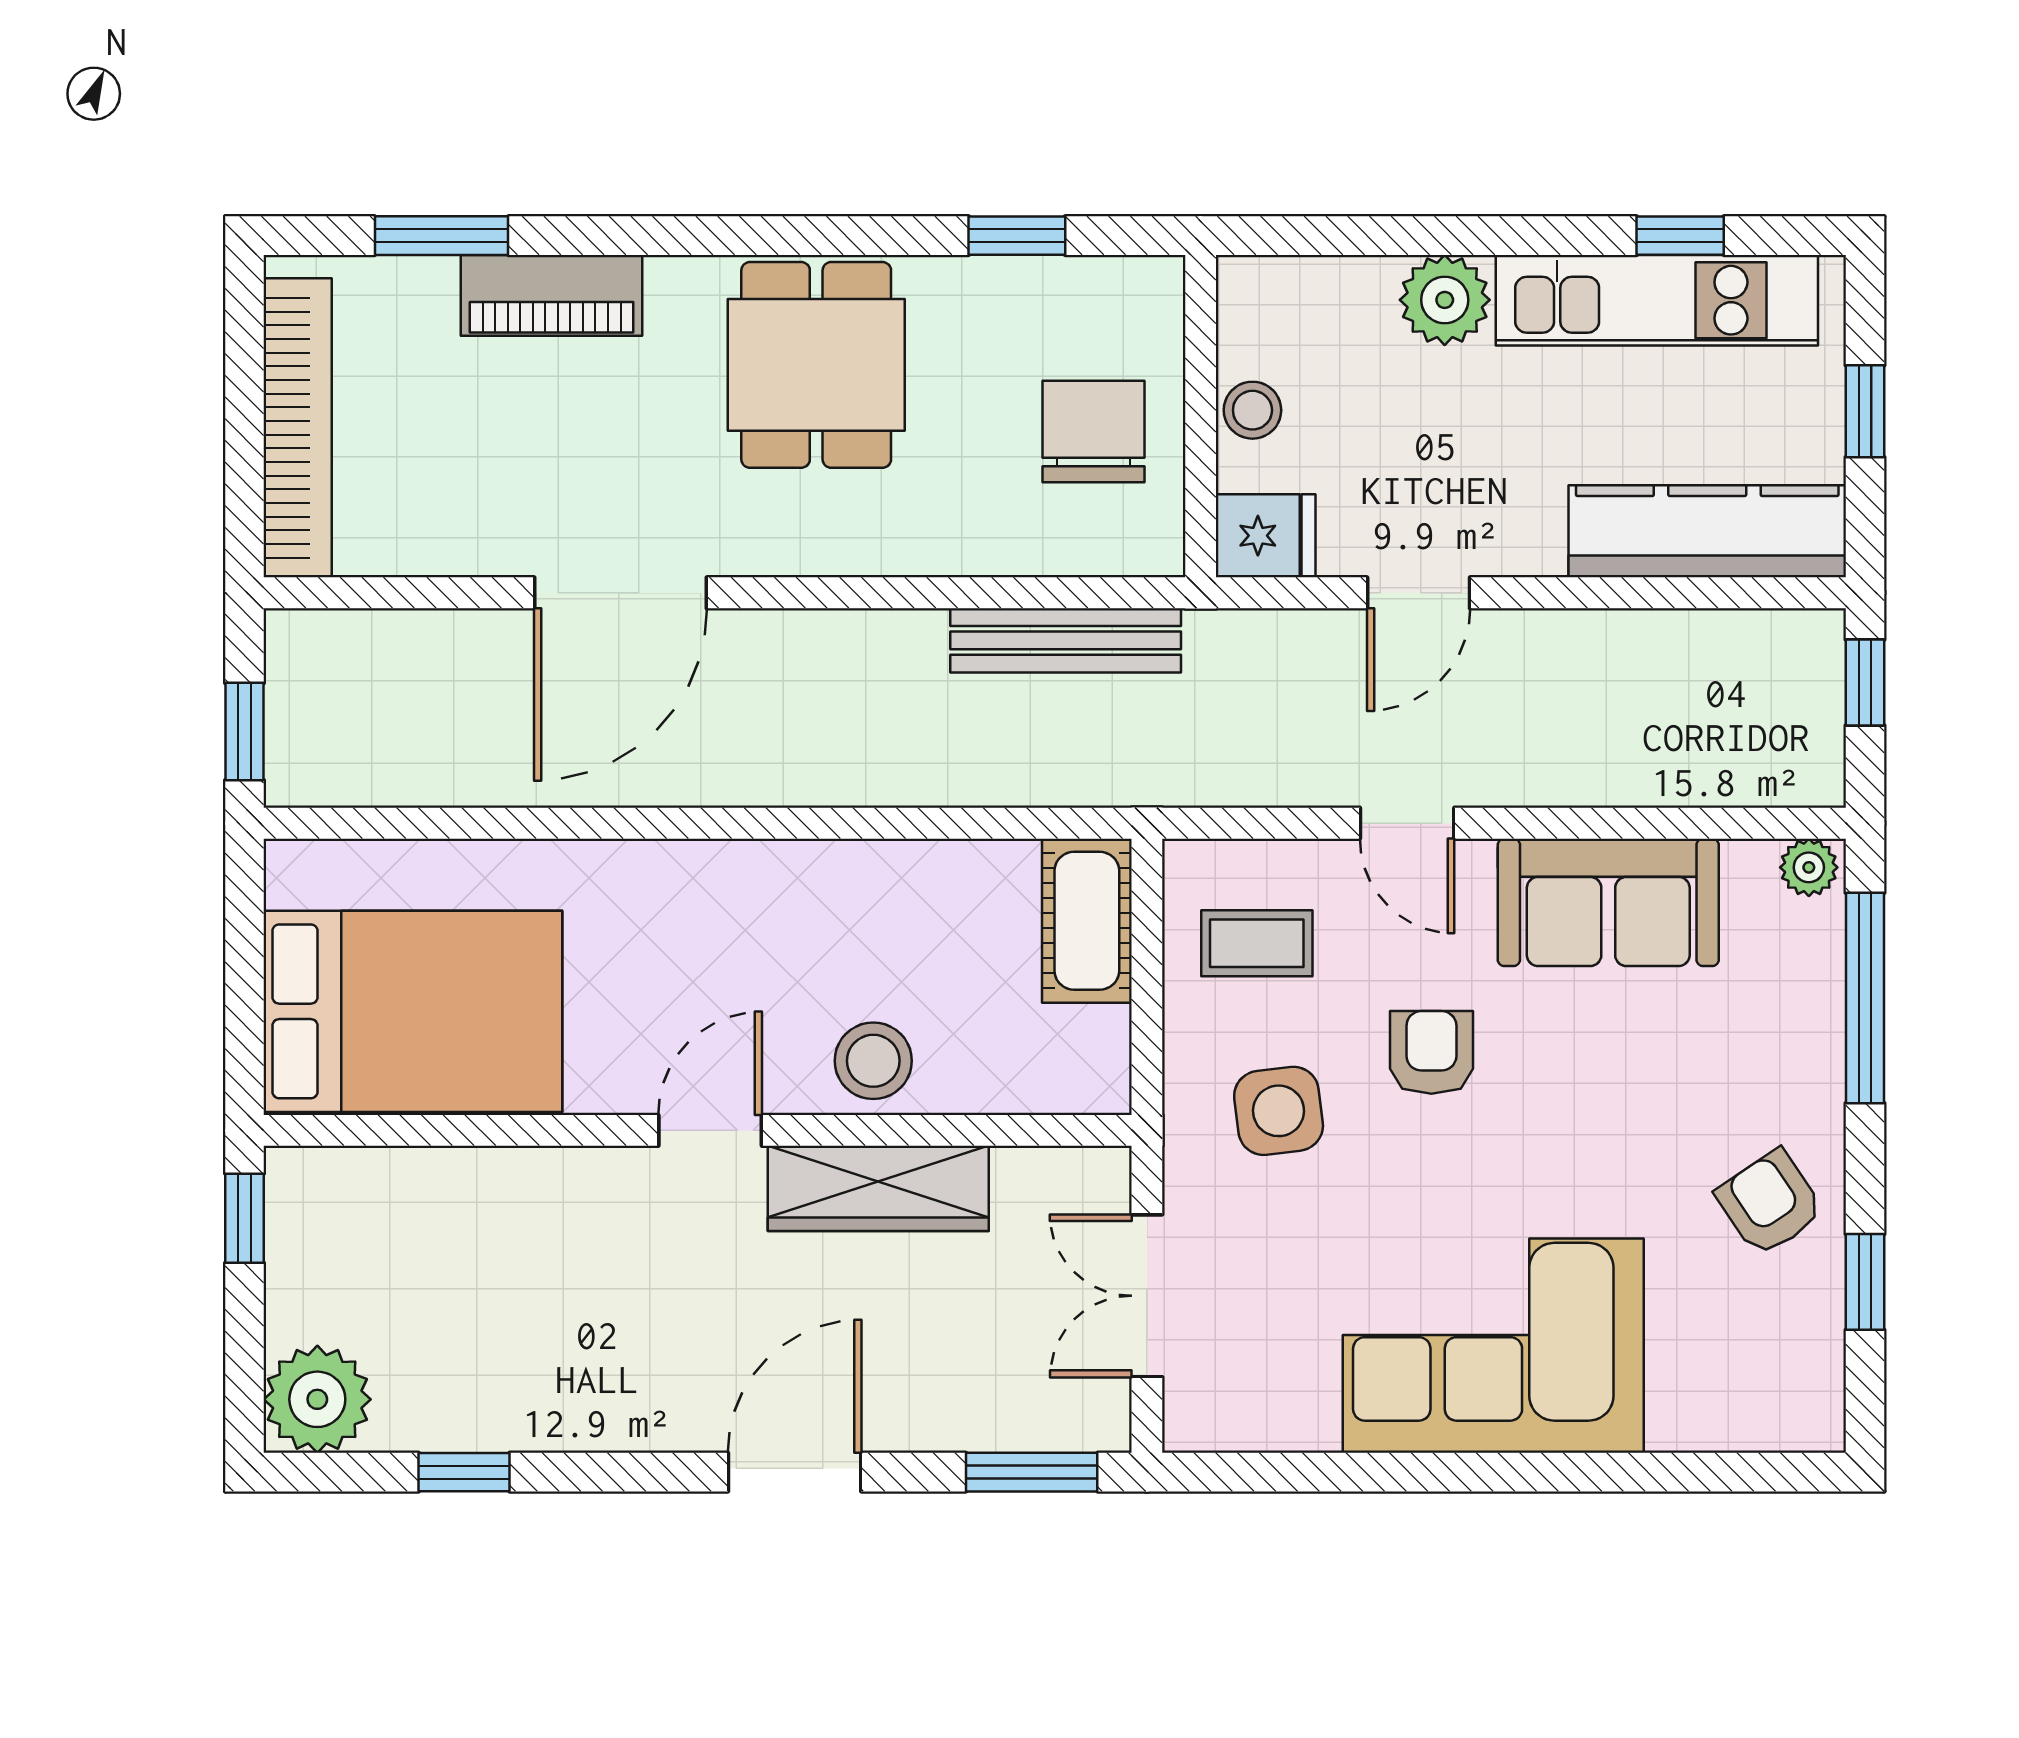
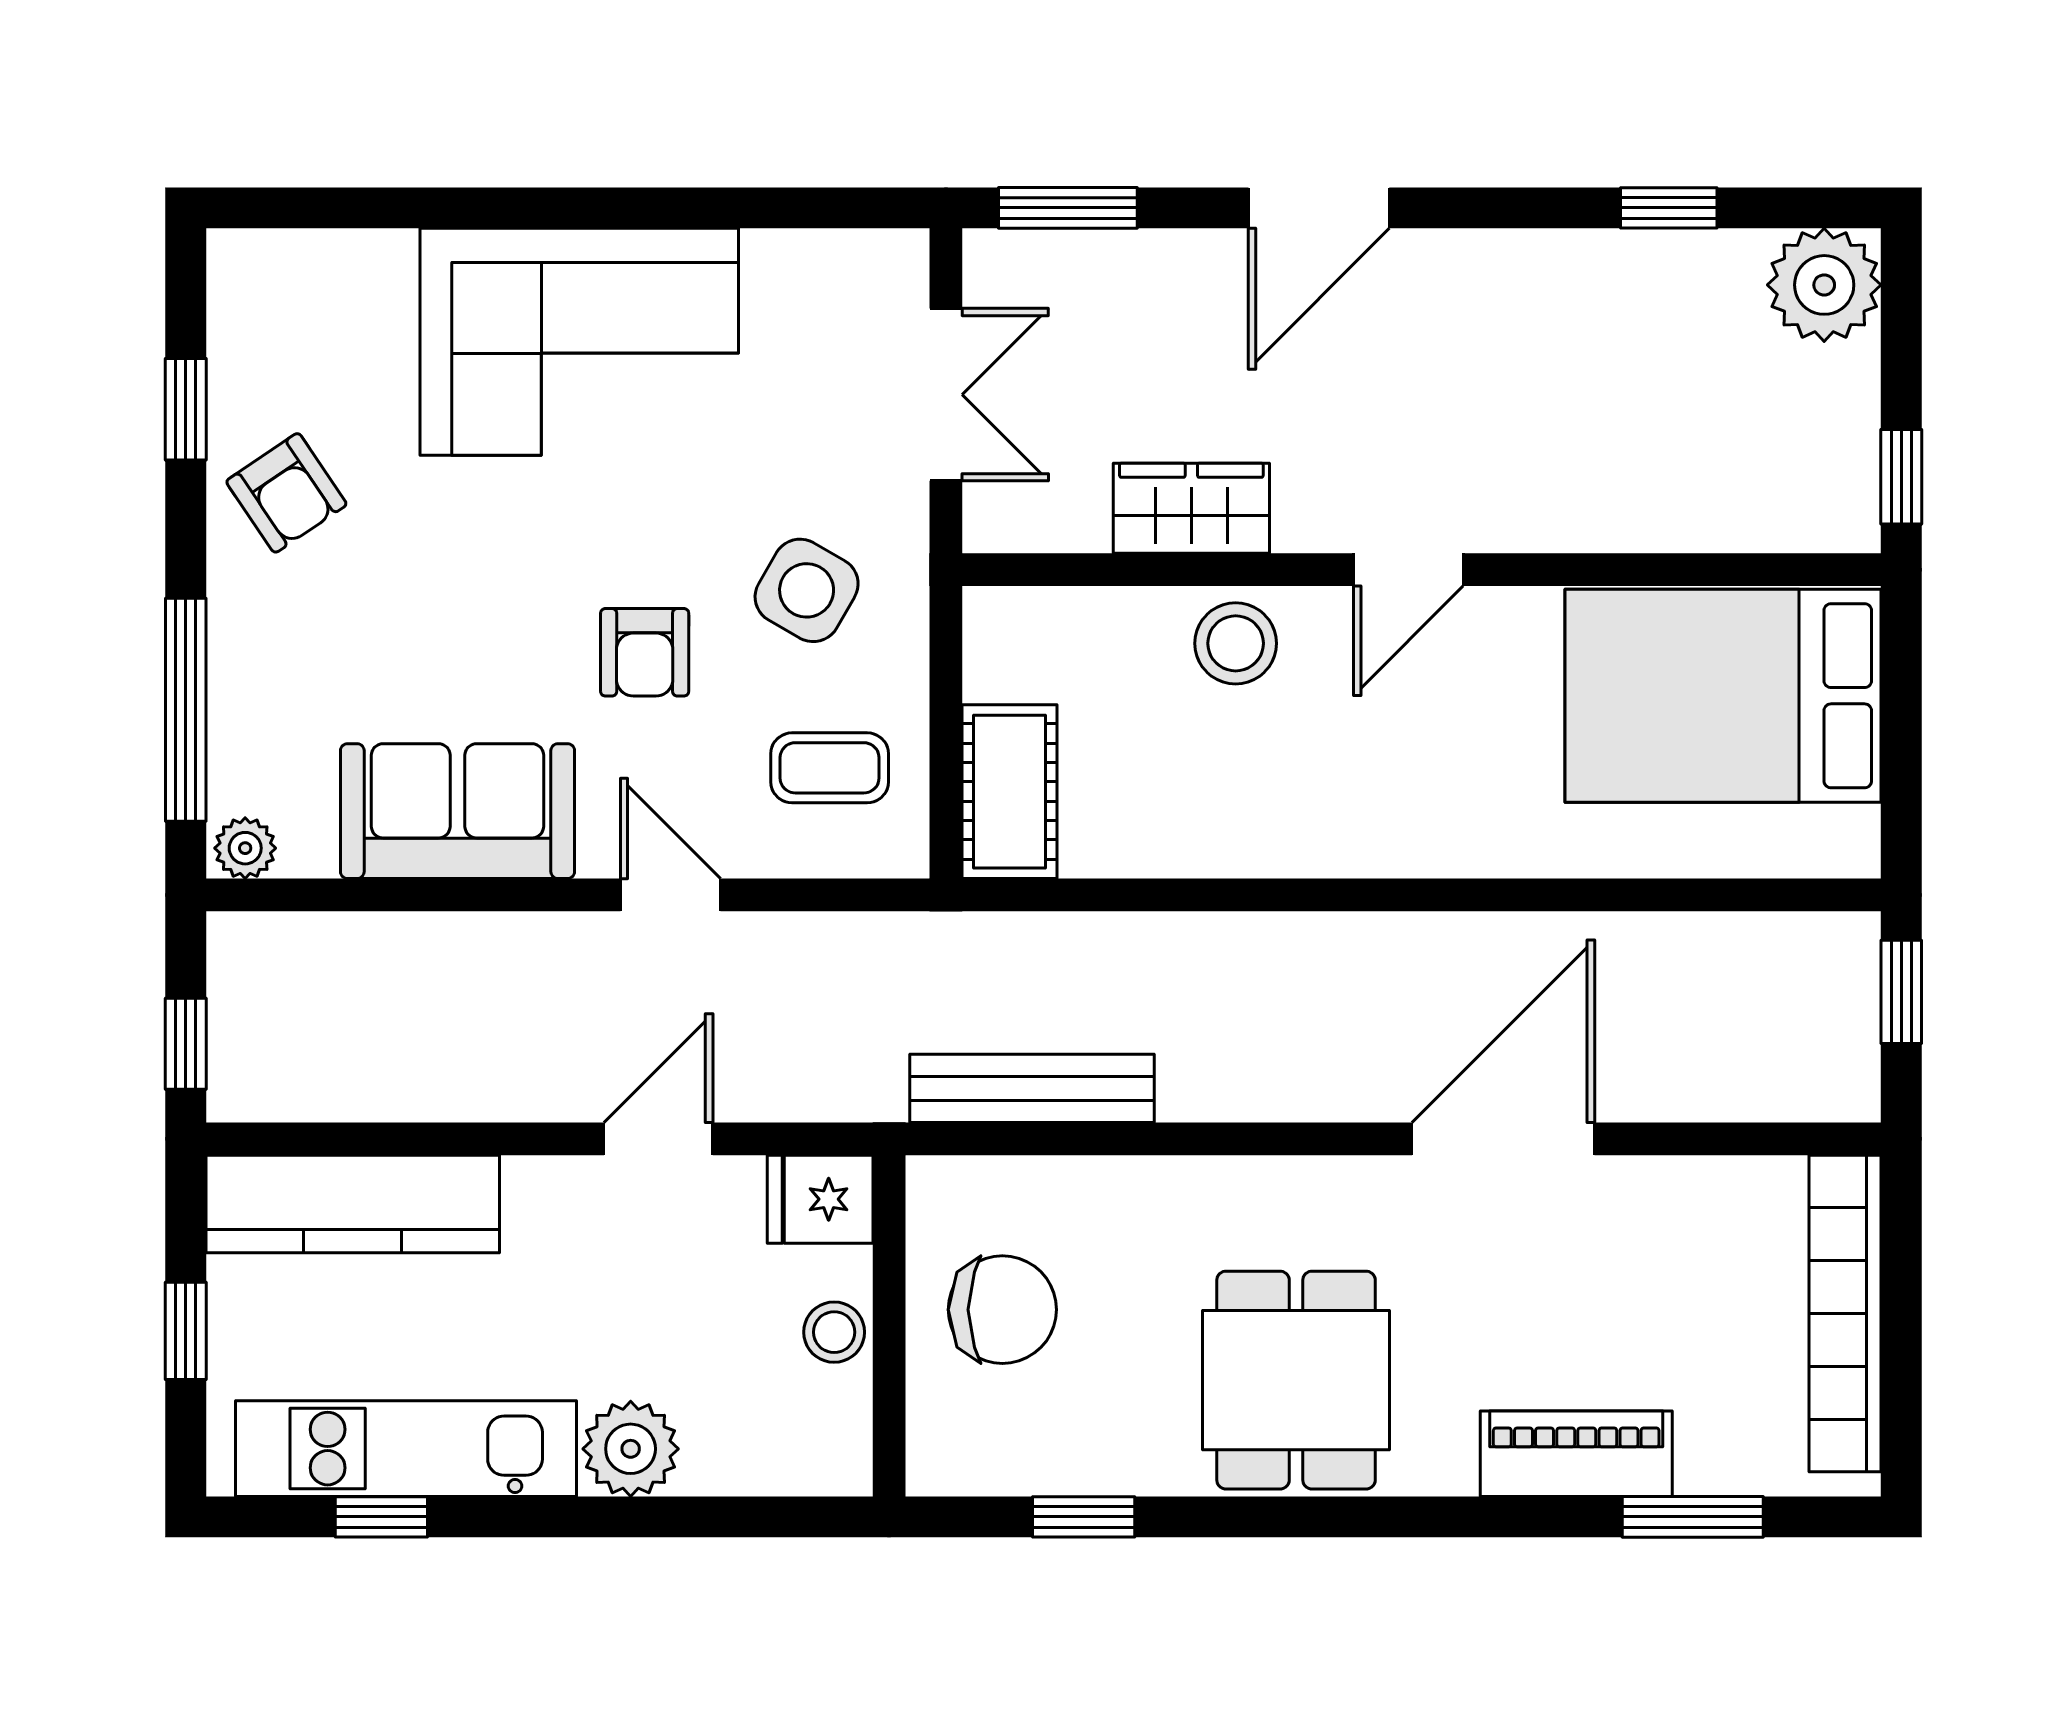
chair: (1094, 431) -> (1002, 1310), turned -90
side table: (1279, 1111) -> (807, 590), turned 37
wardrobe: (878, 1188) -> (1191, 508), width x0.67

